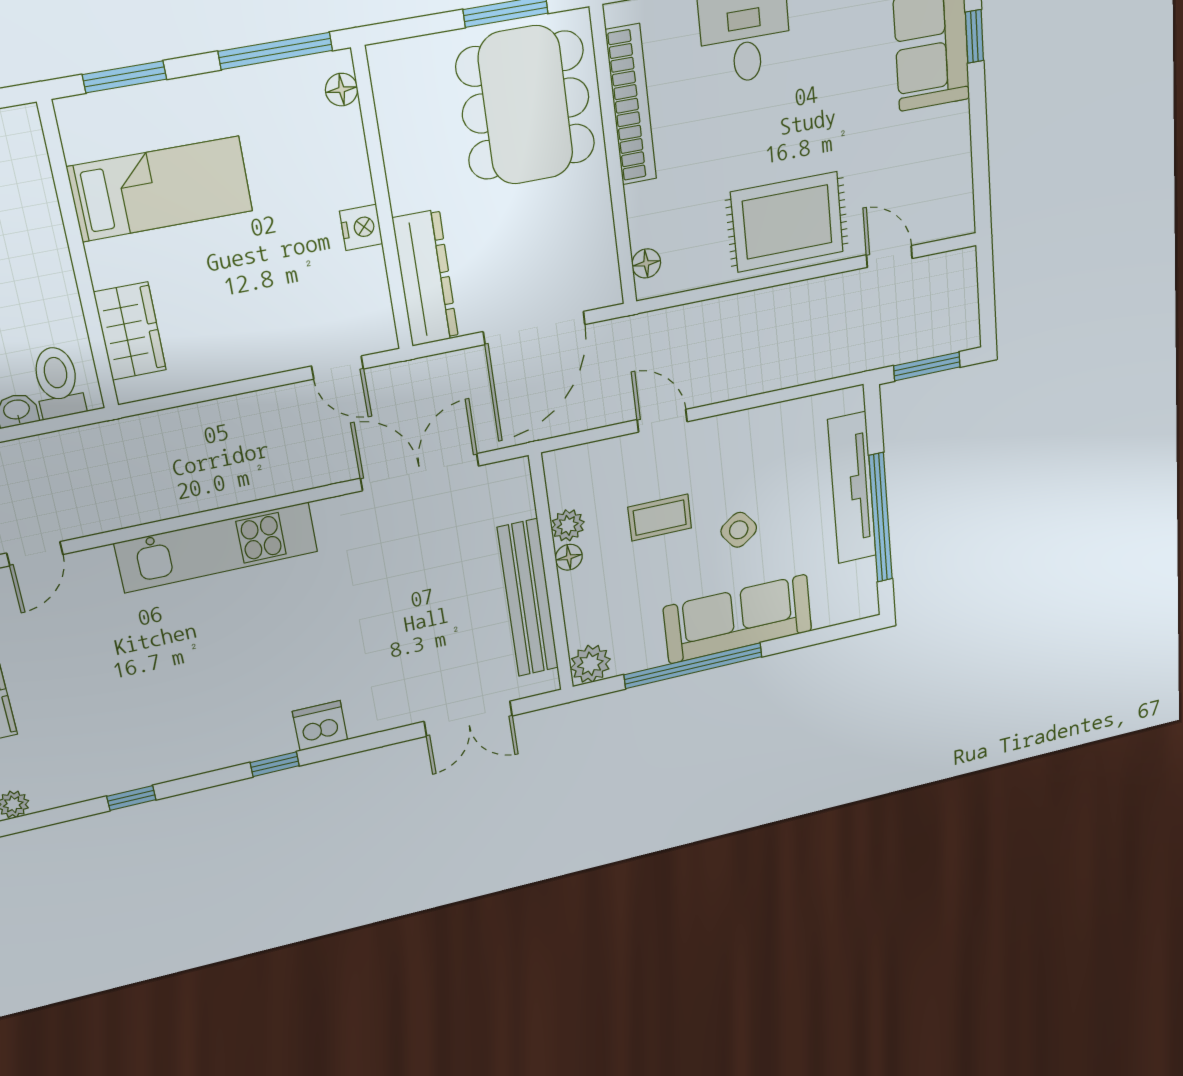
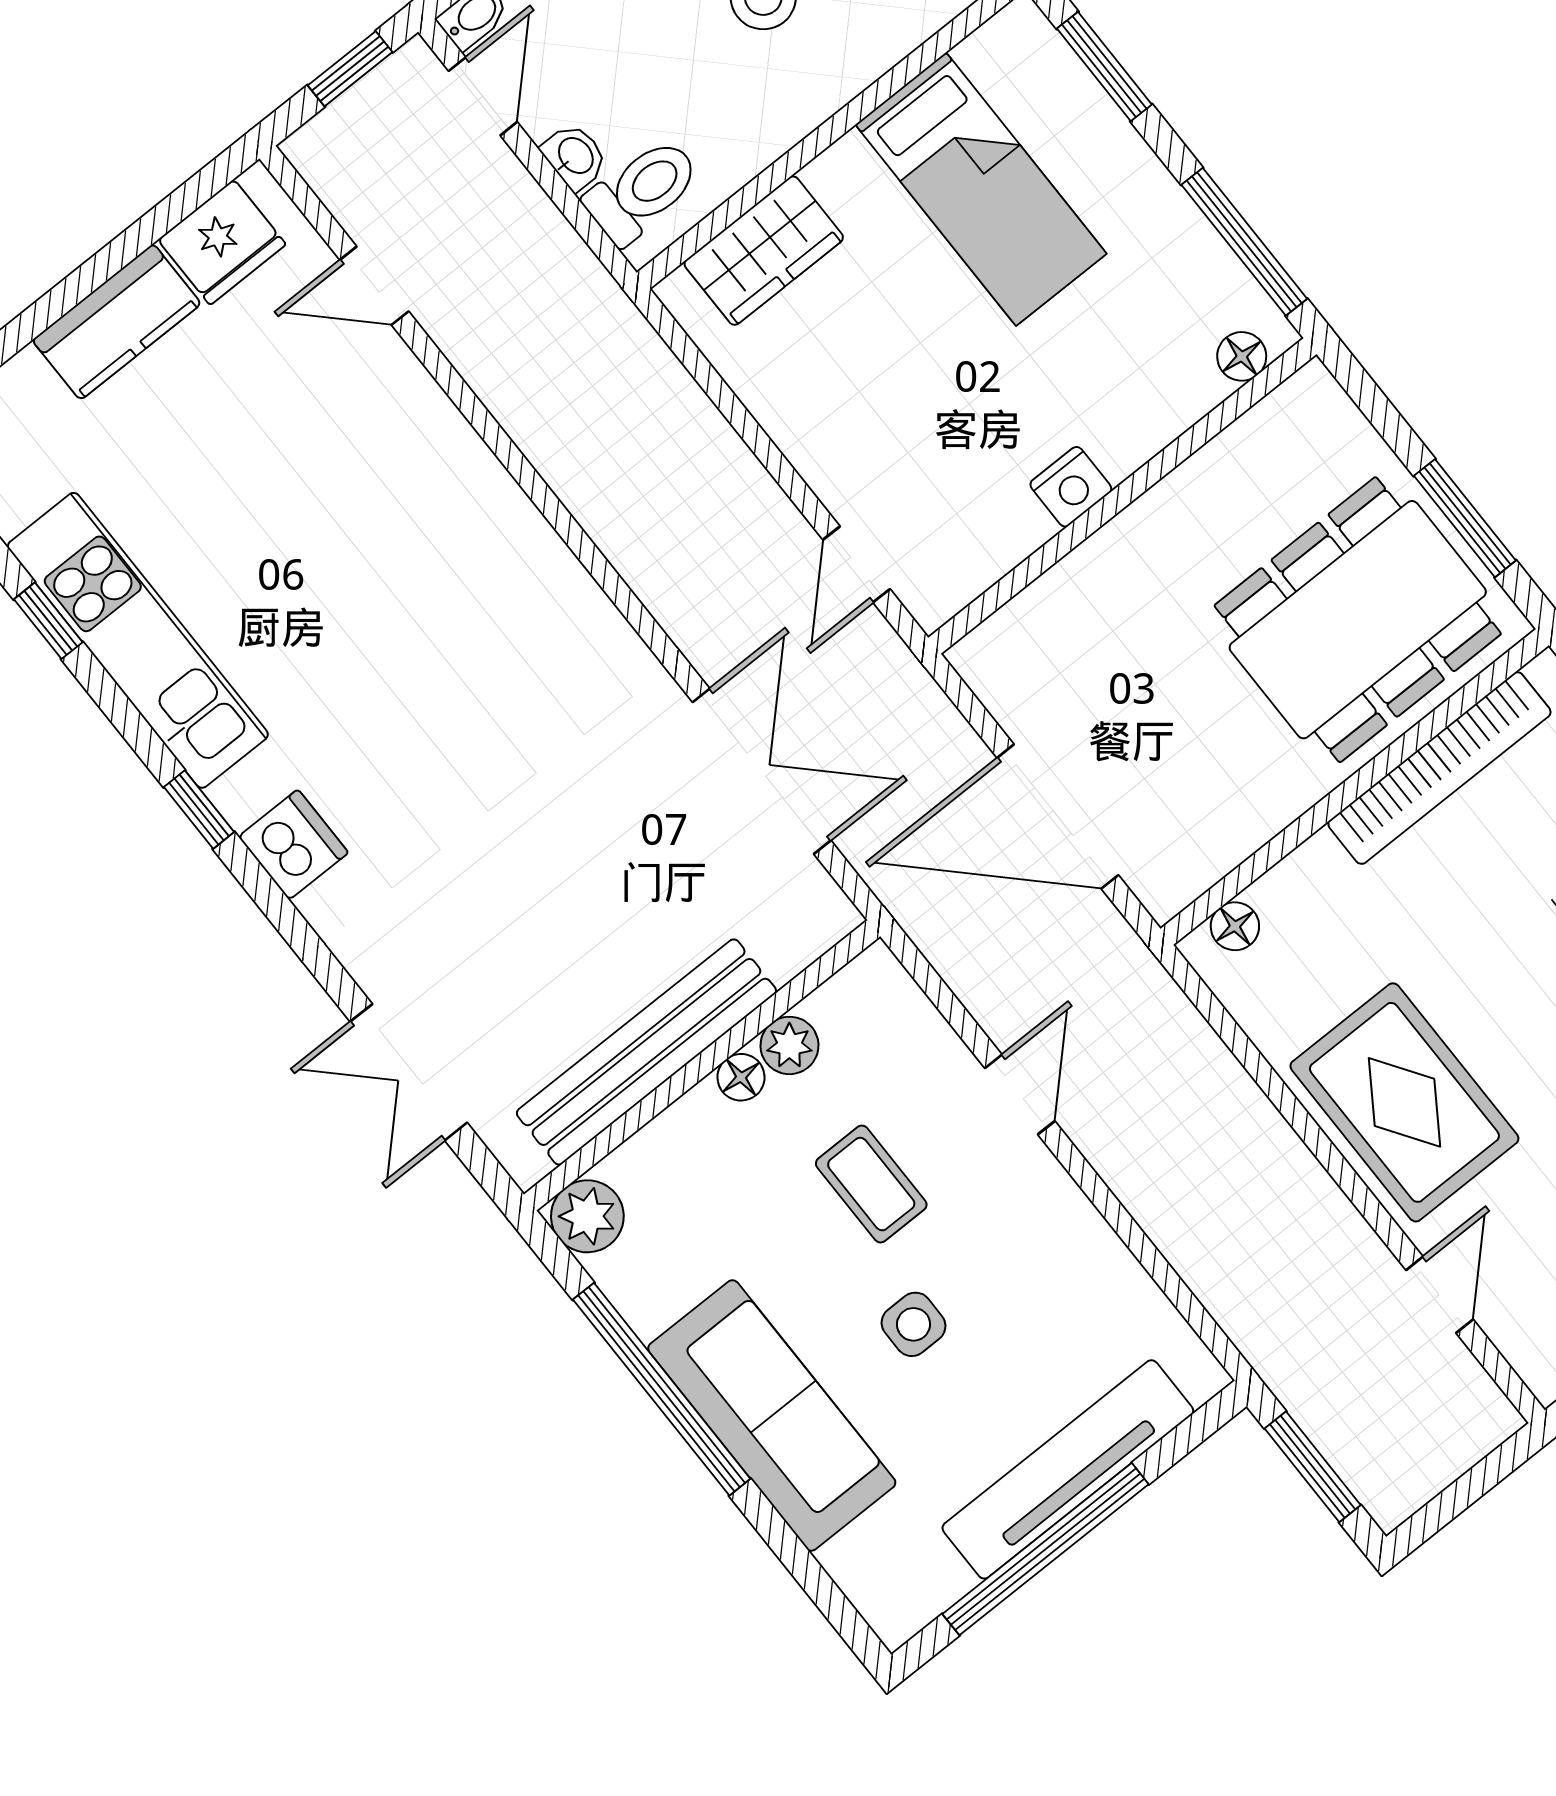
dresser: (426, 278) -> (1047, 617), removed
side table: (739, 530) -> (913, 1324), turned 37
kitchen unit: (217, 547) -> (138, 640), moved, turned 180

